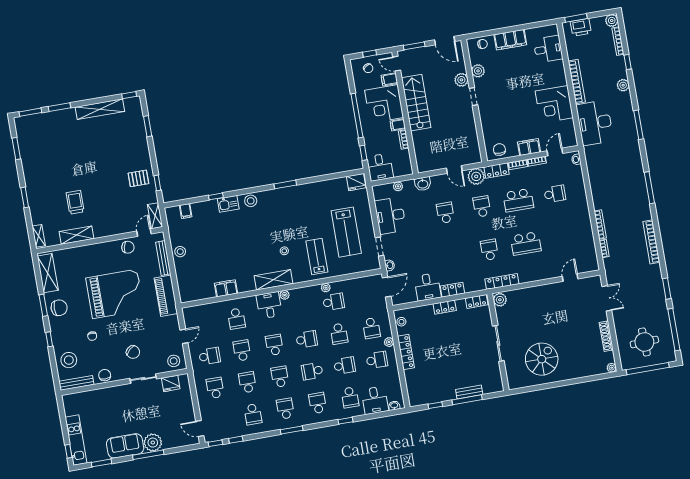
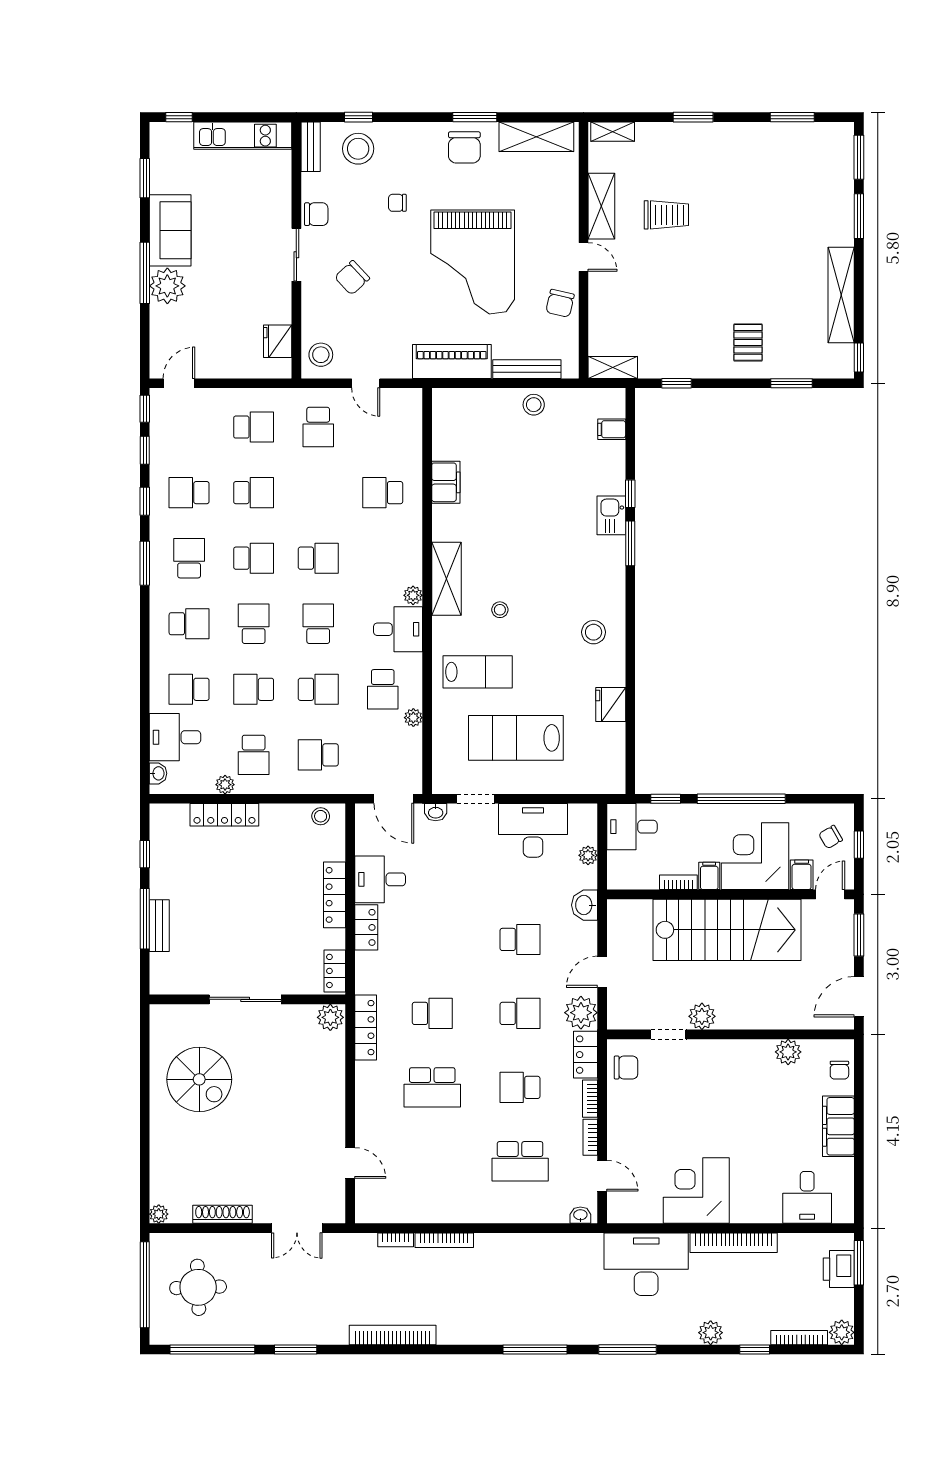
plant: (461, 80) -> (702, 1016), moved
doorway: (473, 96) -> (668, 1034), moved
stairs: (416, 103) -> (727, 930), width x1.36, depth x1.51
filing cabinet: (529, 147) -> (621, 1126), removed
pallet: (138, 178) -> (748, 342), moved
fridge: (356, 182) -> (611, 704), moved
window: (285, 184) -> (630, 543), moved
window: (649, 188) -> (535, 1349), moved
school desk: (555, 194) -> (520, 1161), width x1.85
school desk: (518, 200) -> (520, 1087), width x0.54
stool: (251, 201) -> (594, 632), moved
door: (144, 233) -> (583, 257), moved
school desk: (526, 243) -> (432, 1087), turned -90
plant: (326, 288) -> (413, 718), moved
desk: (269, 305) -> (398, 629), moved
locker: (445, 307) -> (335, 895), width x1.53
school desk: (339, 334) -> (318, 689), turned 180
window: (49, 339) -> (359, 117), moved
school desk: (307, 339) -> (318, 624), turned 180
plant: (389, 342) -> (225, 785), moved
school desk: (242, 350) -> (318, 493), removed
locker: (406, 352) -> (224, 815), moved
school desk: (345, 366) -> (254, 689), turned 90
sliding door: (143, 379) -> (296, 255), moved
bench: (76, 383) -> (311, 147), width x0.73
school desk: (285, 409) -> (189, 558), turned -90
window: (346, 421) -> (145, 501), moved
kitchen unit: (76, 440) -> (243, 136), moved

